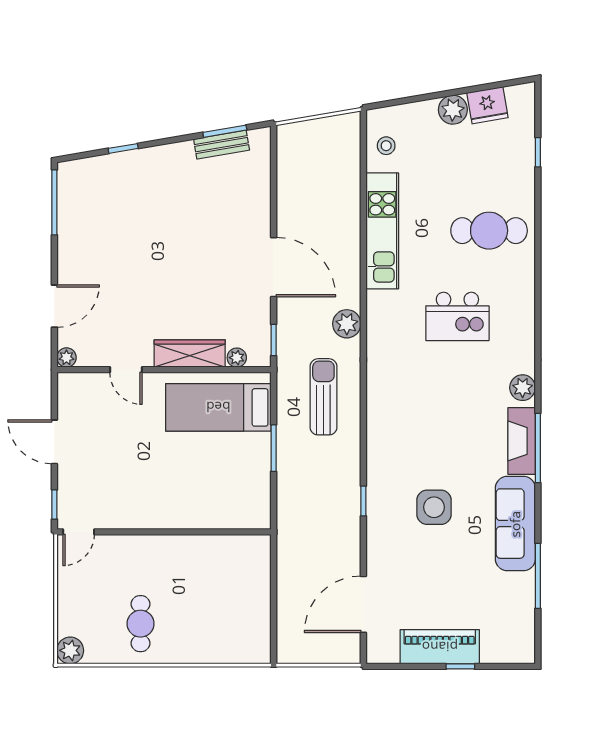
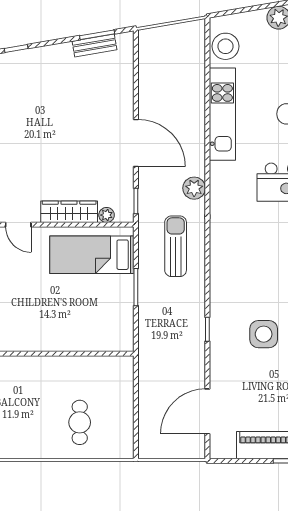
stool: (386, 146) -> (225, 46), width x1.89, depth x1.89
cafe table: (141, 624) -> (80, 422), moved

